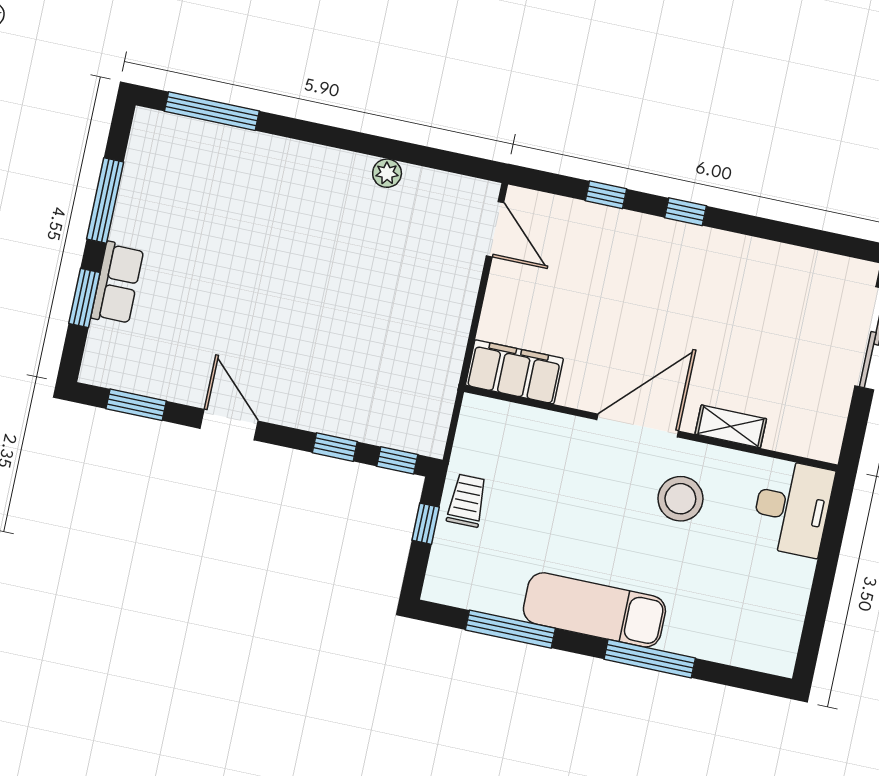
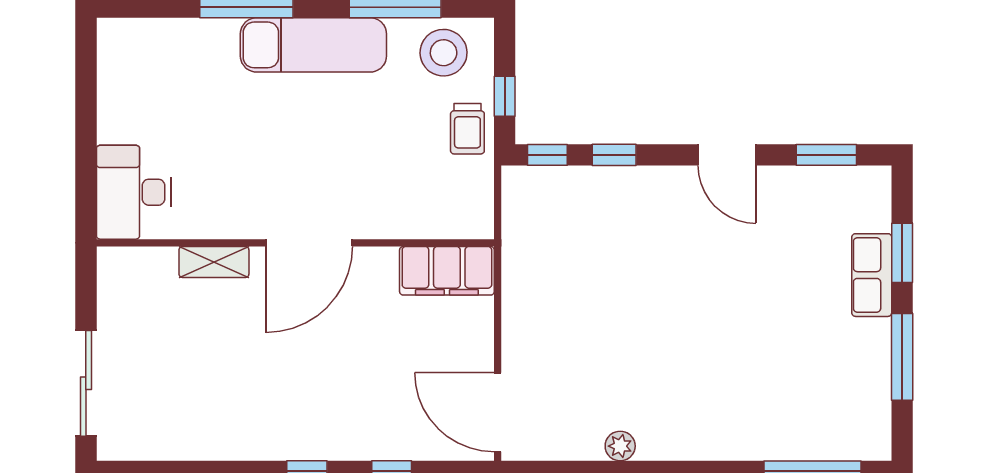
door: (495, 229) -> (498, 412), width x1.36
stool: (680, 499) -> (444, 53), moved

